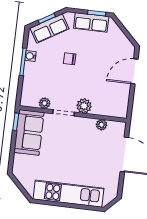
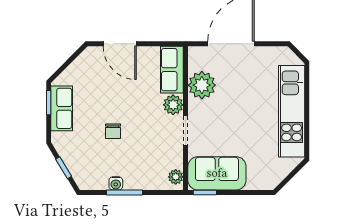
row of seats: (49, 28) -> (172, 70), moved, turned -149
plant: (45, 103) -> (176, 177), moved
plant: (102, 125) -> (202, 85), width x1.87, depth x1.87

